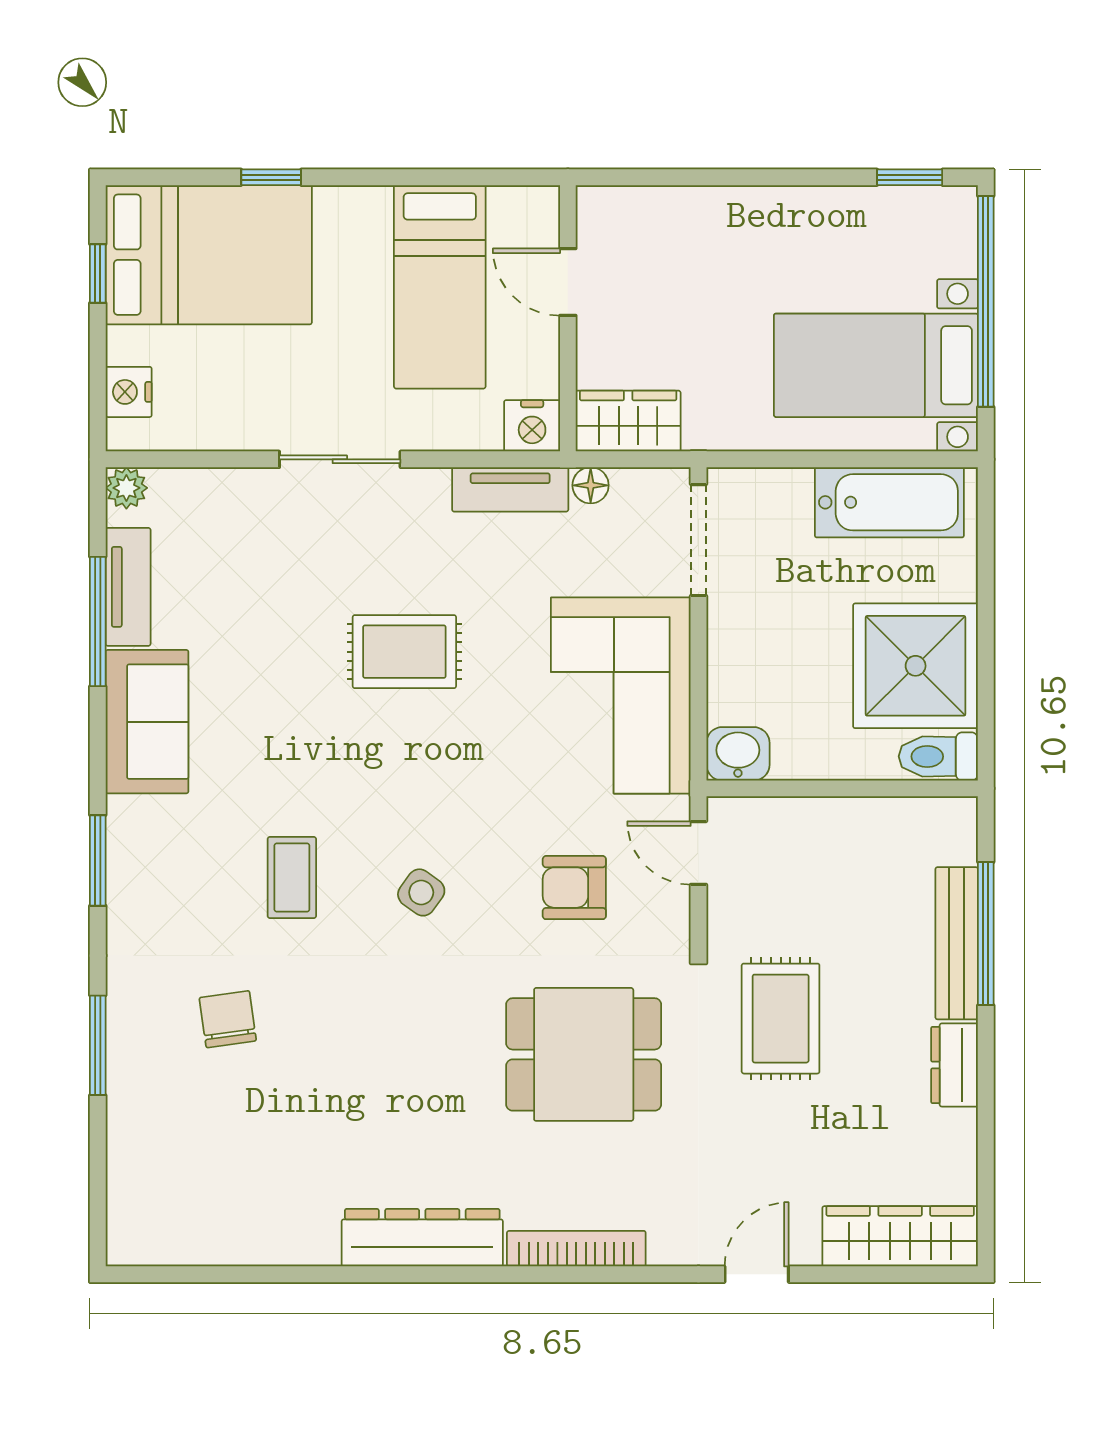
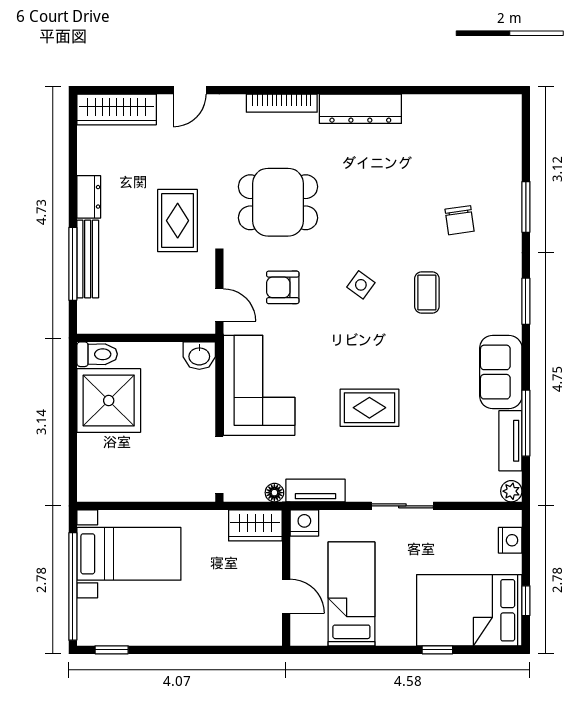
bathtub: (889, 502) -> (122, 484), removed
armchair: (574, 888) -> (283, 287), turned 180

